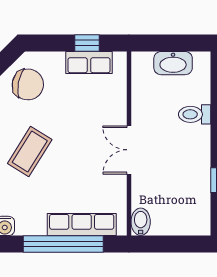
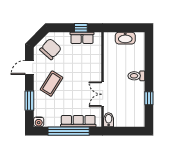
chair: (28, 84) -> (51, 49), turned -59
toilet: (195, 114) -> (136, 76), moved
double door: (129, 150) -> (103, 94), moved

